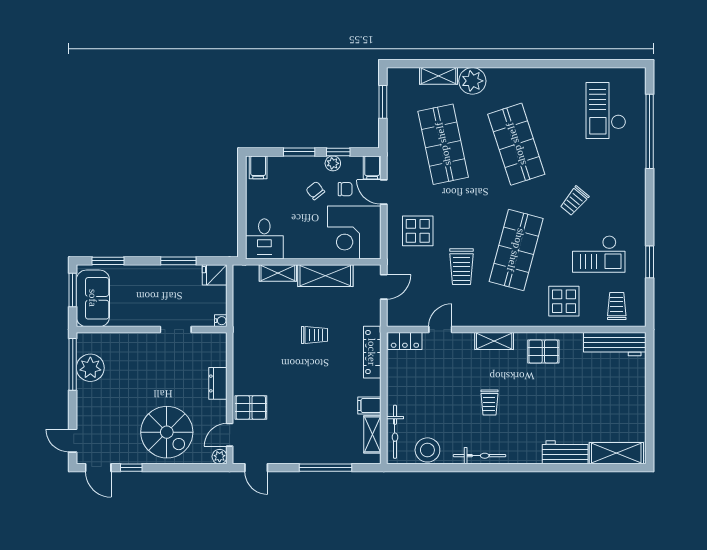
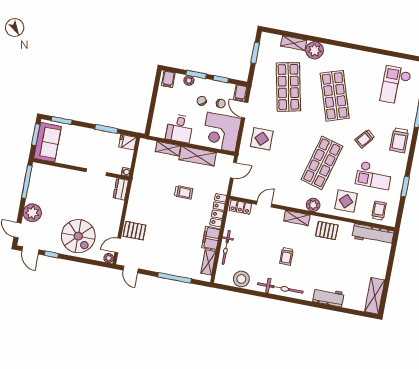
plant: (333, 163) -> (189, 81), moved
desk: (264, 239) -> (179, 128), moved
trolley: (461, 267) -> (399, 140), moved
plant: (515, 316) -> (313, 205), added
plant: (90, 368) -> (32, 213), moved
dresser: (218, 383) -> (121, 189), moved
filing cabinet: (369, 406) -> (211, 238), width x2.00
bicycle: (395, 432) -> (226, 247), moved
shelving: (616, 453) -> (375, 296), moved, turned 90
bicycle: (479, 456) -> (280, 288), width x1.37, depth x1.40

